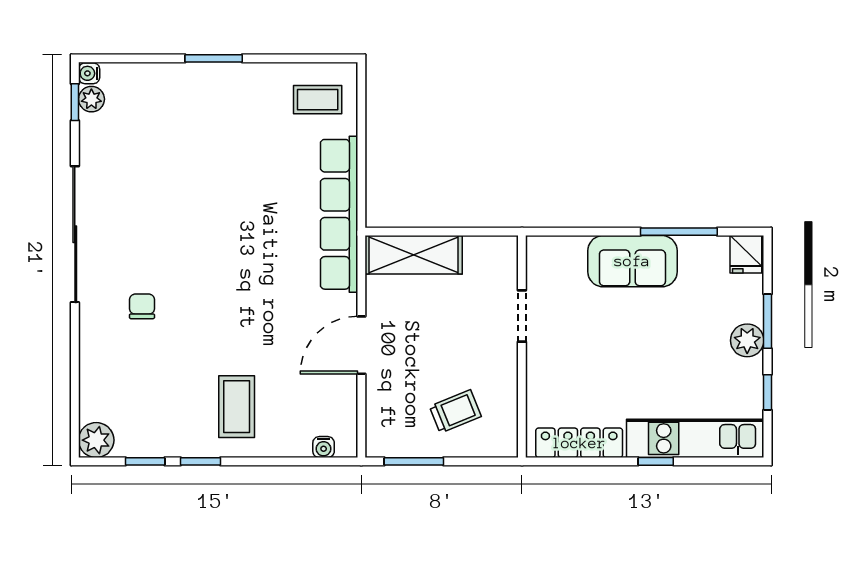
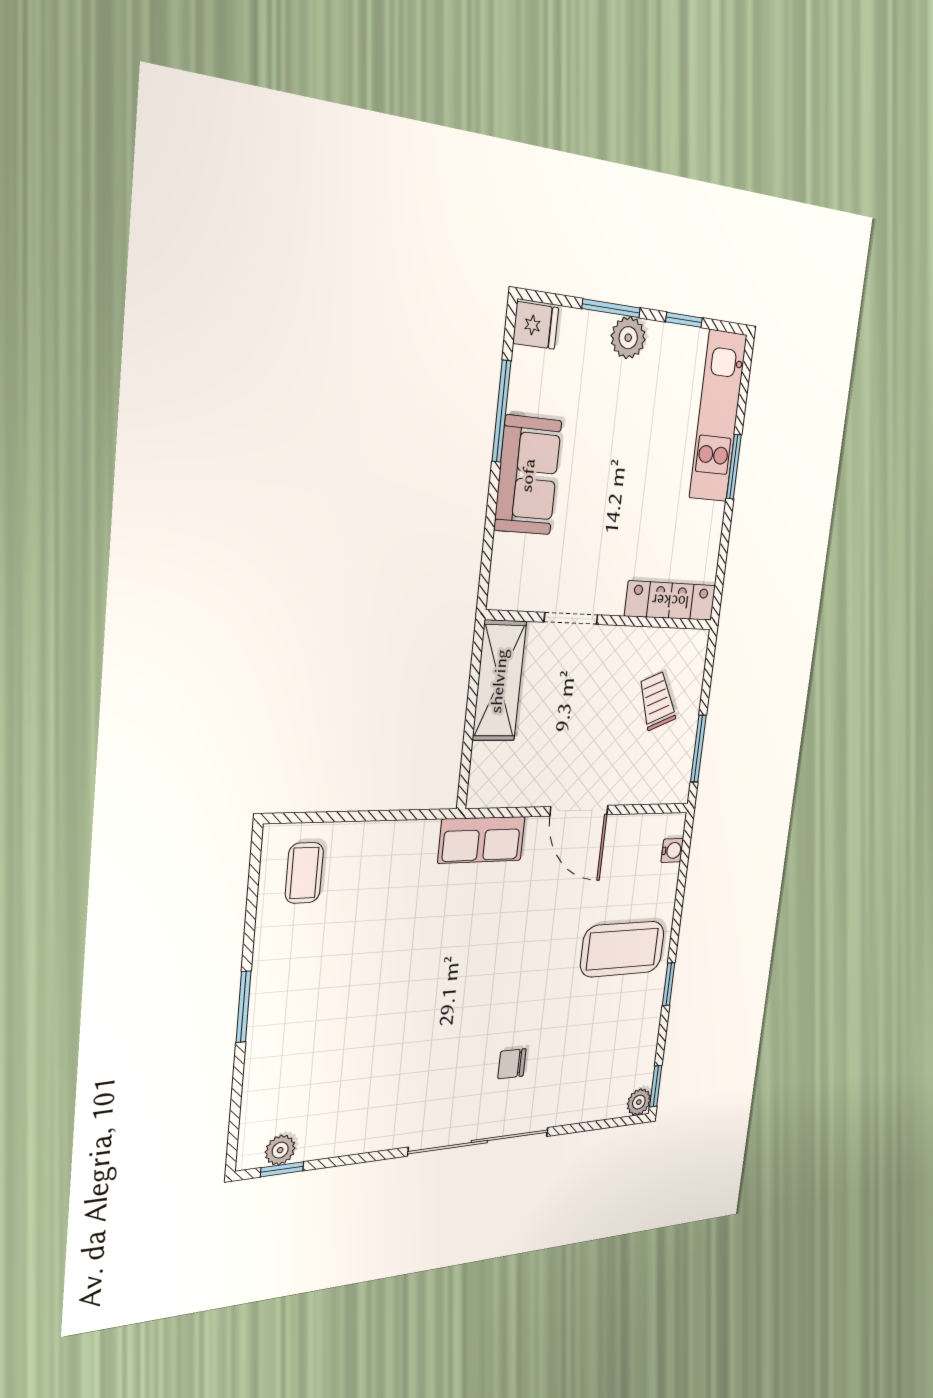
water cooler: (89, 73) -> (249, 1157), removed
row of seats: (339, 214) -> (482, 840), width x0.50
sliding door: (75, 234) -> (479, 1142), moved
shelving: (414, 255) -> (499, 681), moved
coffee table: (237, 407) -> (622, 949), width x1.36, depth x1.32
plant: (96, 440) -> (639, 1102), width x0.73, depth x0.73
locker: (579, 443) -> (670, 601), moved, turned 90
window: (145, 461) -> (656, 1086), moved
window: (656, 461) -> (734, 467), width x1.50

